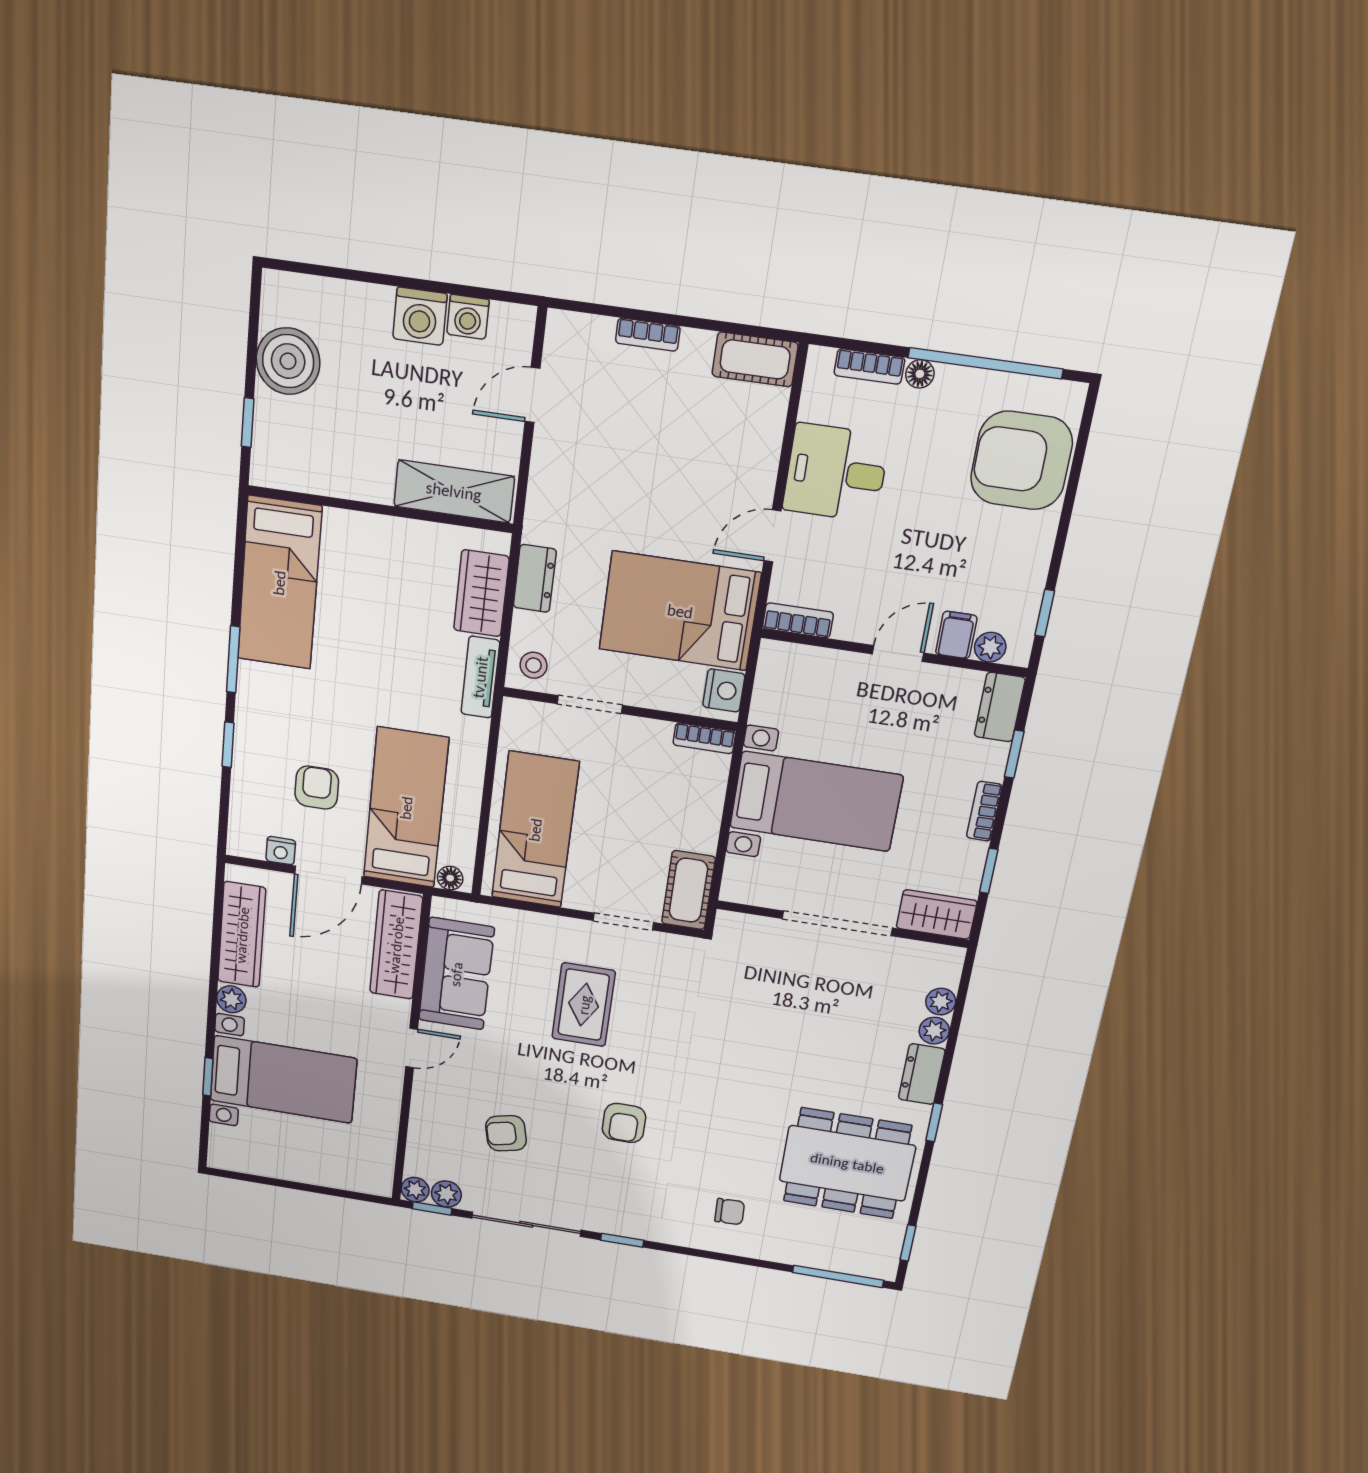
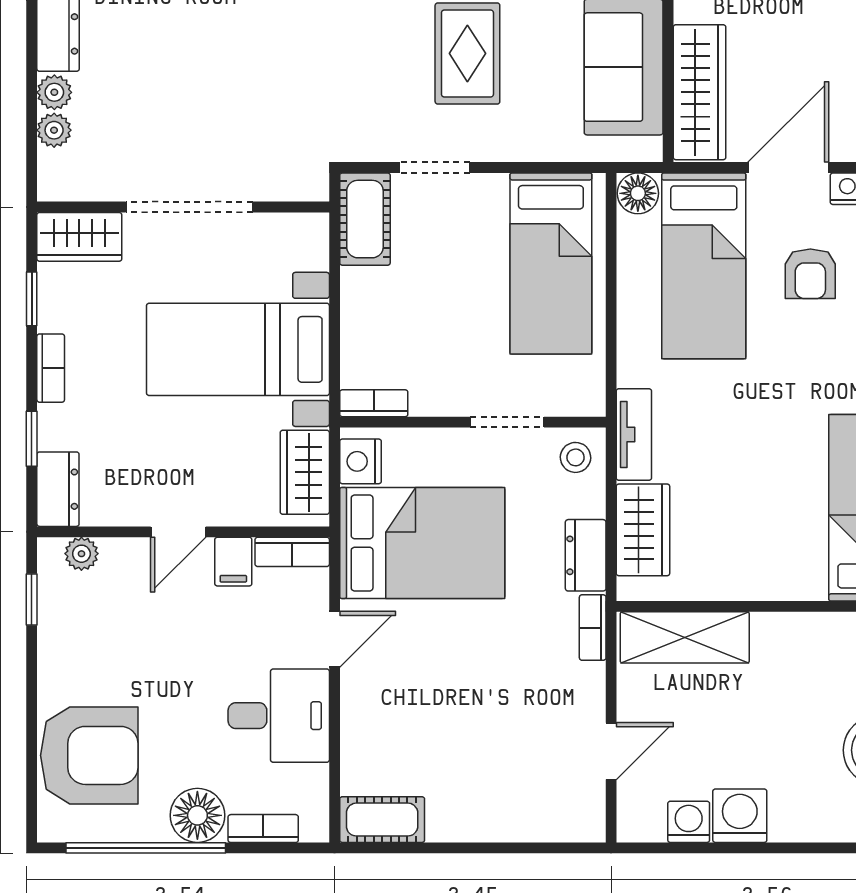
bookcase: (648, 335) -> (593, 628), moved, turned -90
floor lamp: (920, 374) -> (197, 815), width x1.89, depth x1.89
filing cabinet: (956, 635) -> (233, 562), moved
wardrobe: (775, 688) -> (305, 472), added
floor lamp: (450, 878) -> (638, 193), width x1.37, depth x1.37

